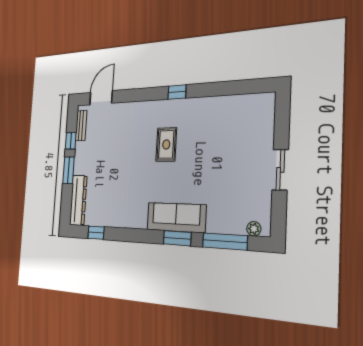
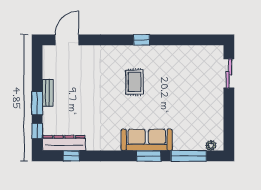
bench: (81, 126) -> (48, 93), moved
window: (71, 141) -> (37, 131), moved
sliding door: (280, 170) -> (229, 73), moved
dresser: (78, 200) -> (64, 143), moved, turned -90

